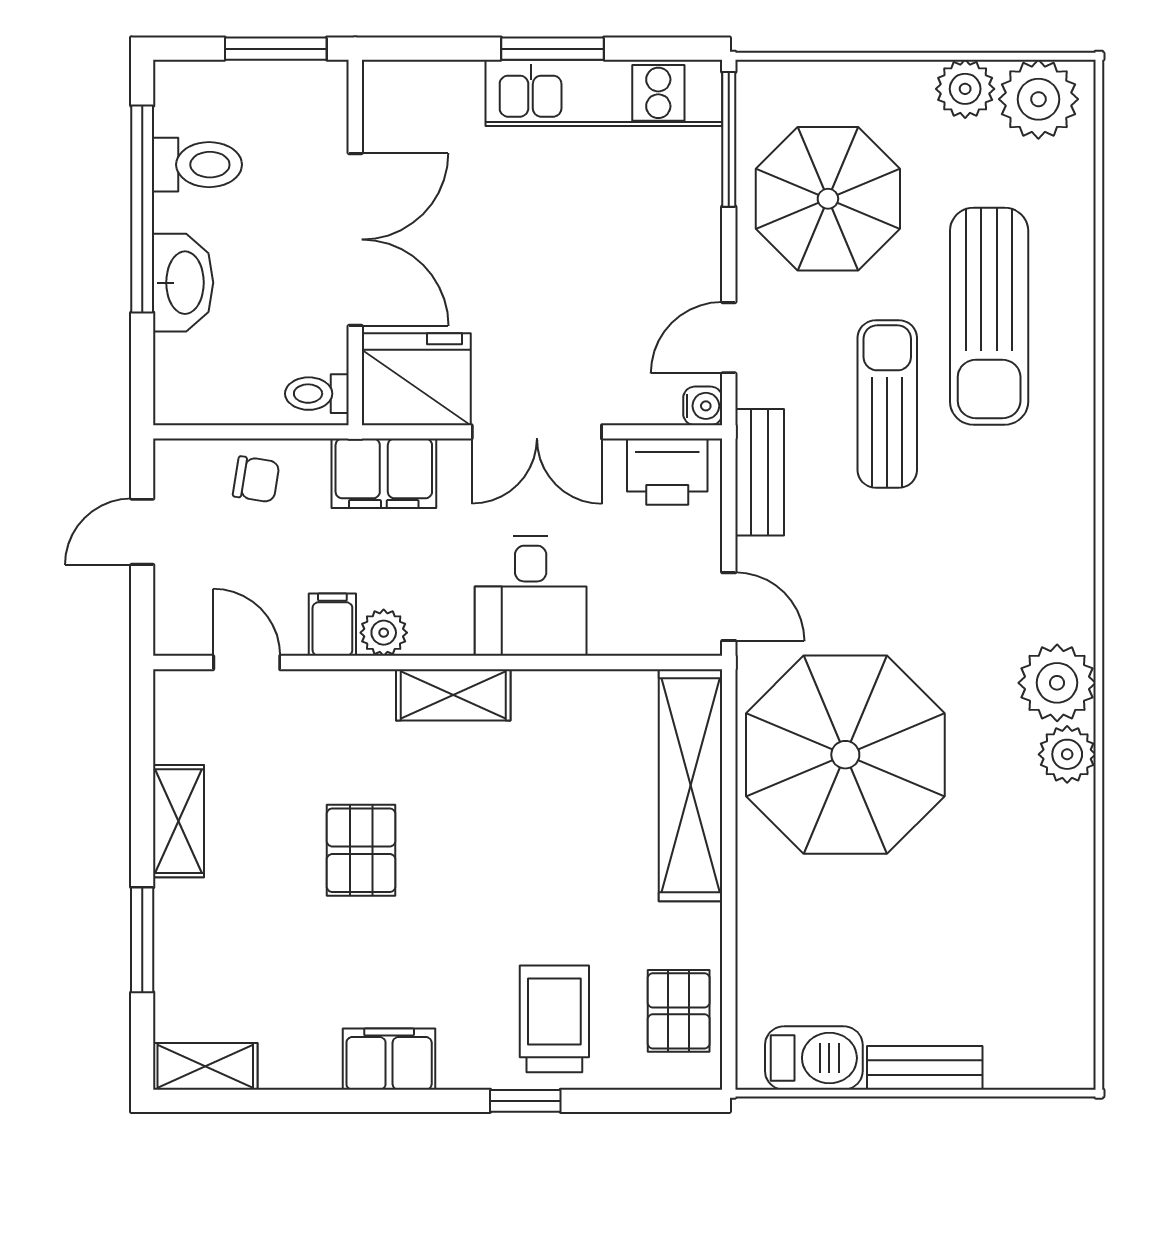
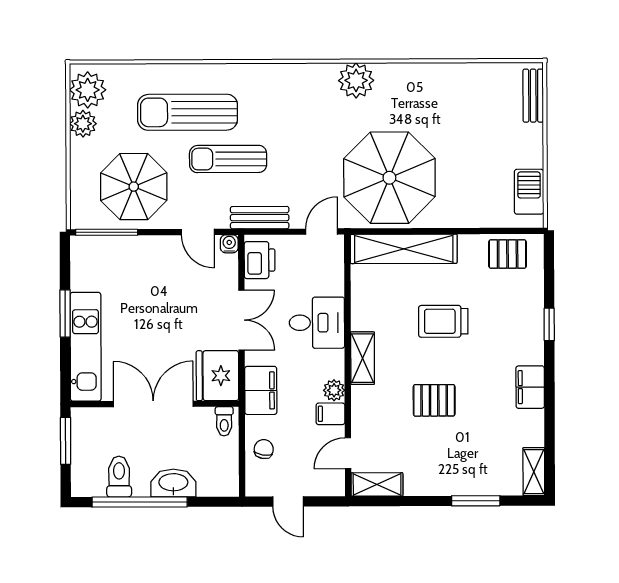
kitchen unit: (604, 93) -> (86, 347), moved
sun lounger: (989, 316) -> (188, 112), turned 180
plant: (1067, 754) -> (389, 76), removed
shelving: (178, 821) -> (377, 484), moved
trolley: (554, 1019) -> (443, 321), moved
bench: (925, 1068) -> (533, 96), moved

